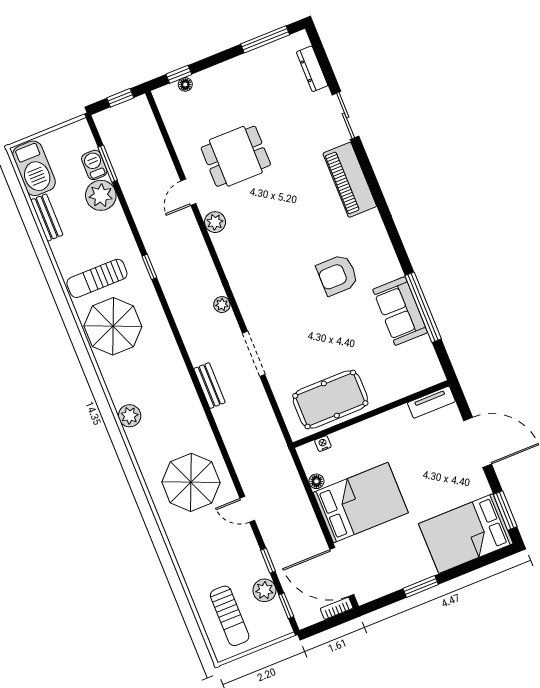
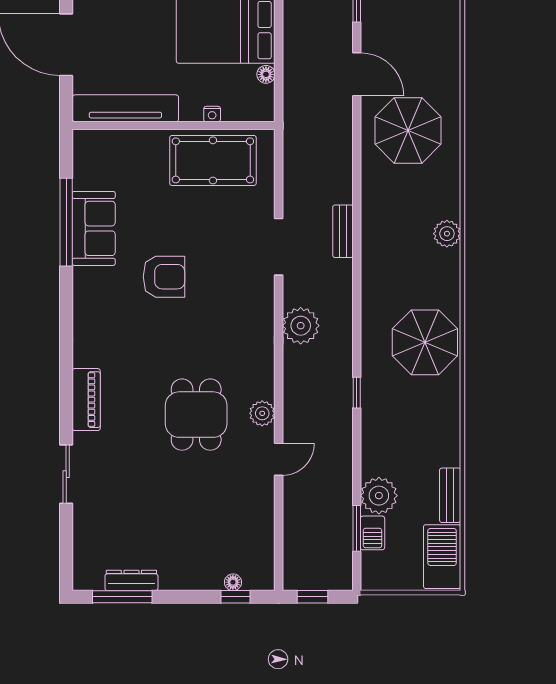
dresser: (312, 69) -> (131, 580), moved, turned -90
dining table: (236, 156) -> (196, 415), moved, turned 90
piano: (350, 180) -> (86, 400), width x0.73, depth x0.75
armchair: (337, 275) -> (164, 277), moved
sun lounger: (97, 278) -> (421, 404), removed
plant: (222, 305) -> (301, 326), width x1.88, depth x1.88
tv unit: (431, 402) -> (125, 108), width x1.92, depth x1.29
nightstand: (323, 444) -> (212, 114), moved
door: (247, 509) -> (357, 74), width x1.38

